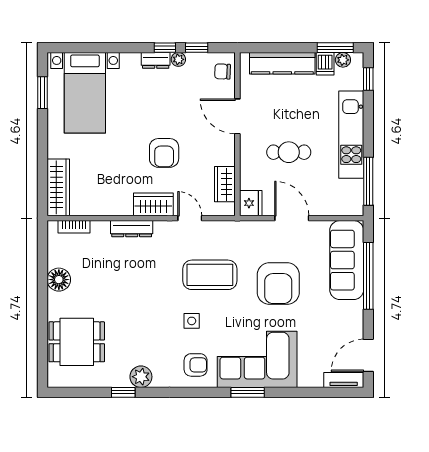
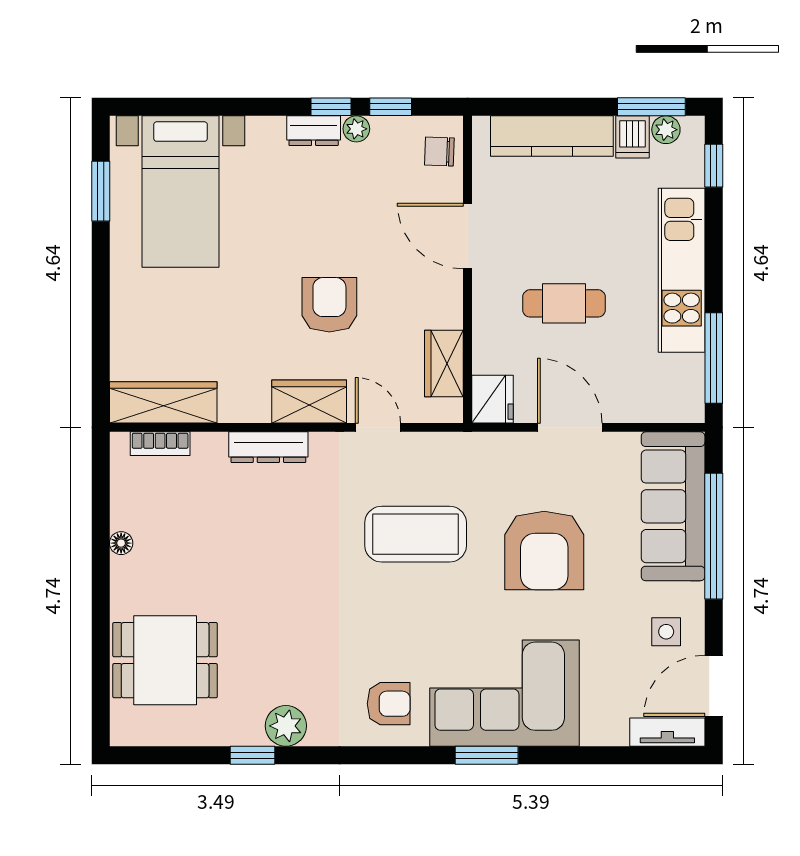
armchair: (164, 153) -> (329, 305), turned 180
wardrobe: (58, 187) -> (163, 402), moved, turned -90
floor lamp: (59, 280) -> (121, 543), width x0.53, depth x0.53
side table: (192, 321) -> (666, 632), moved

